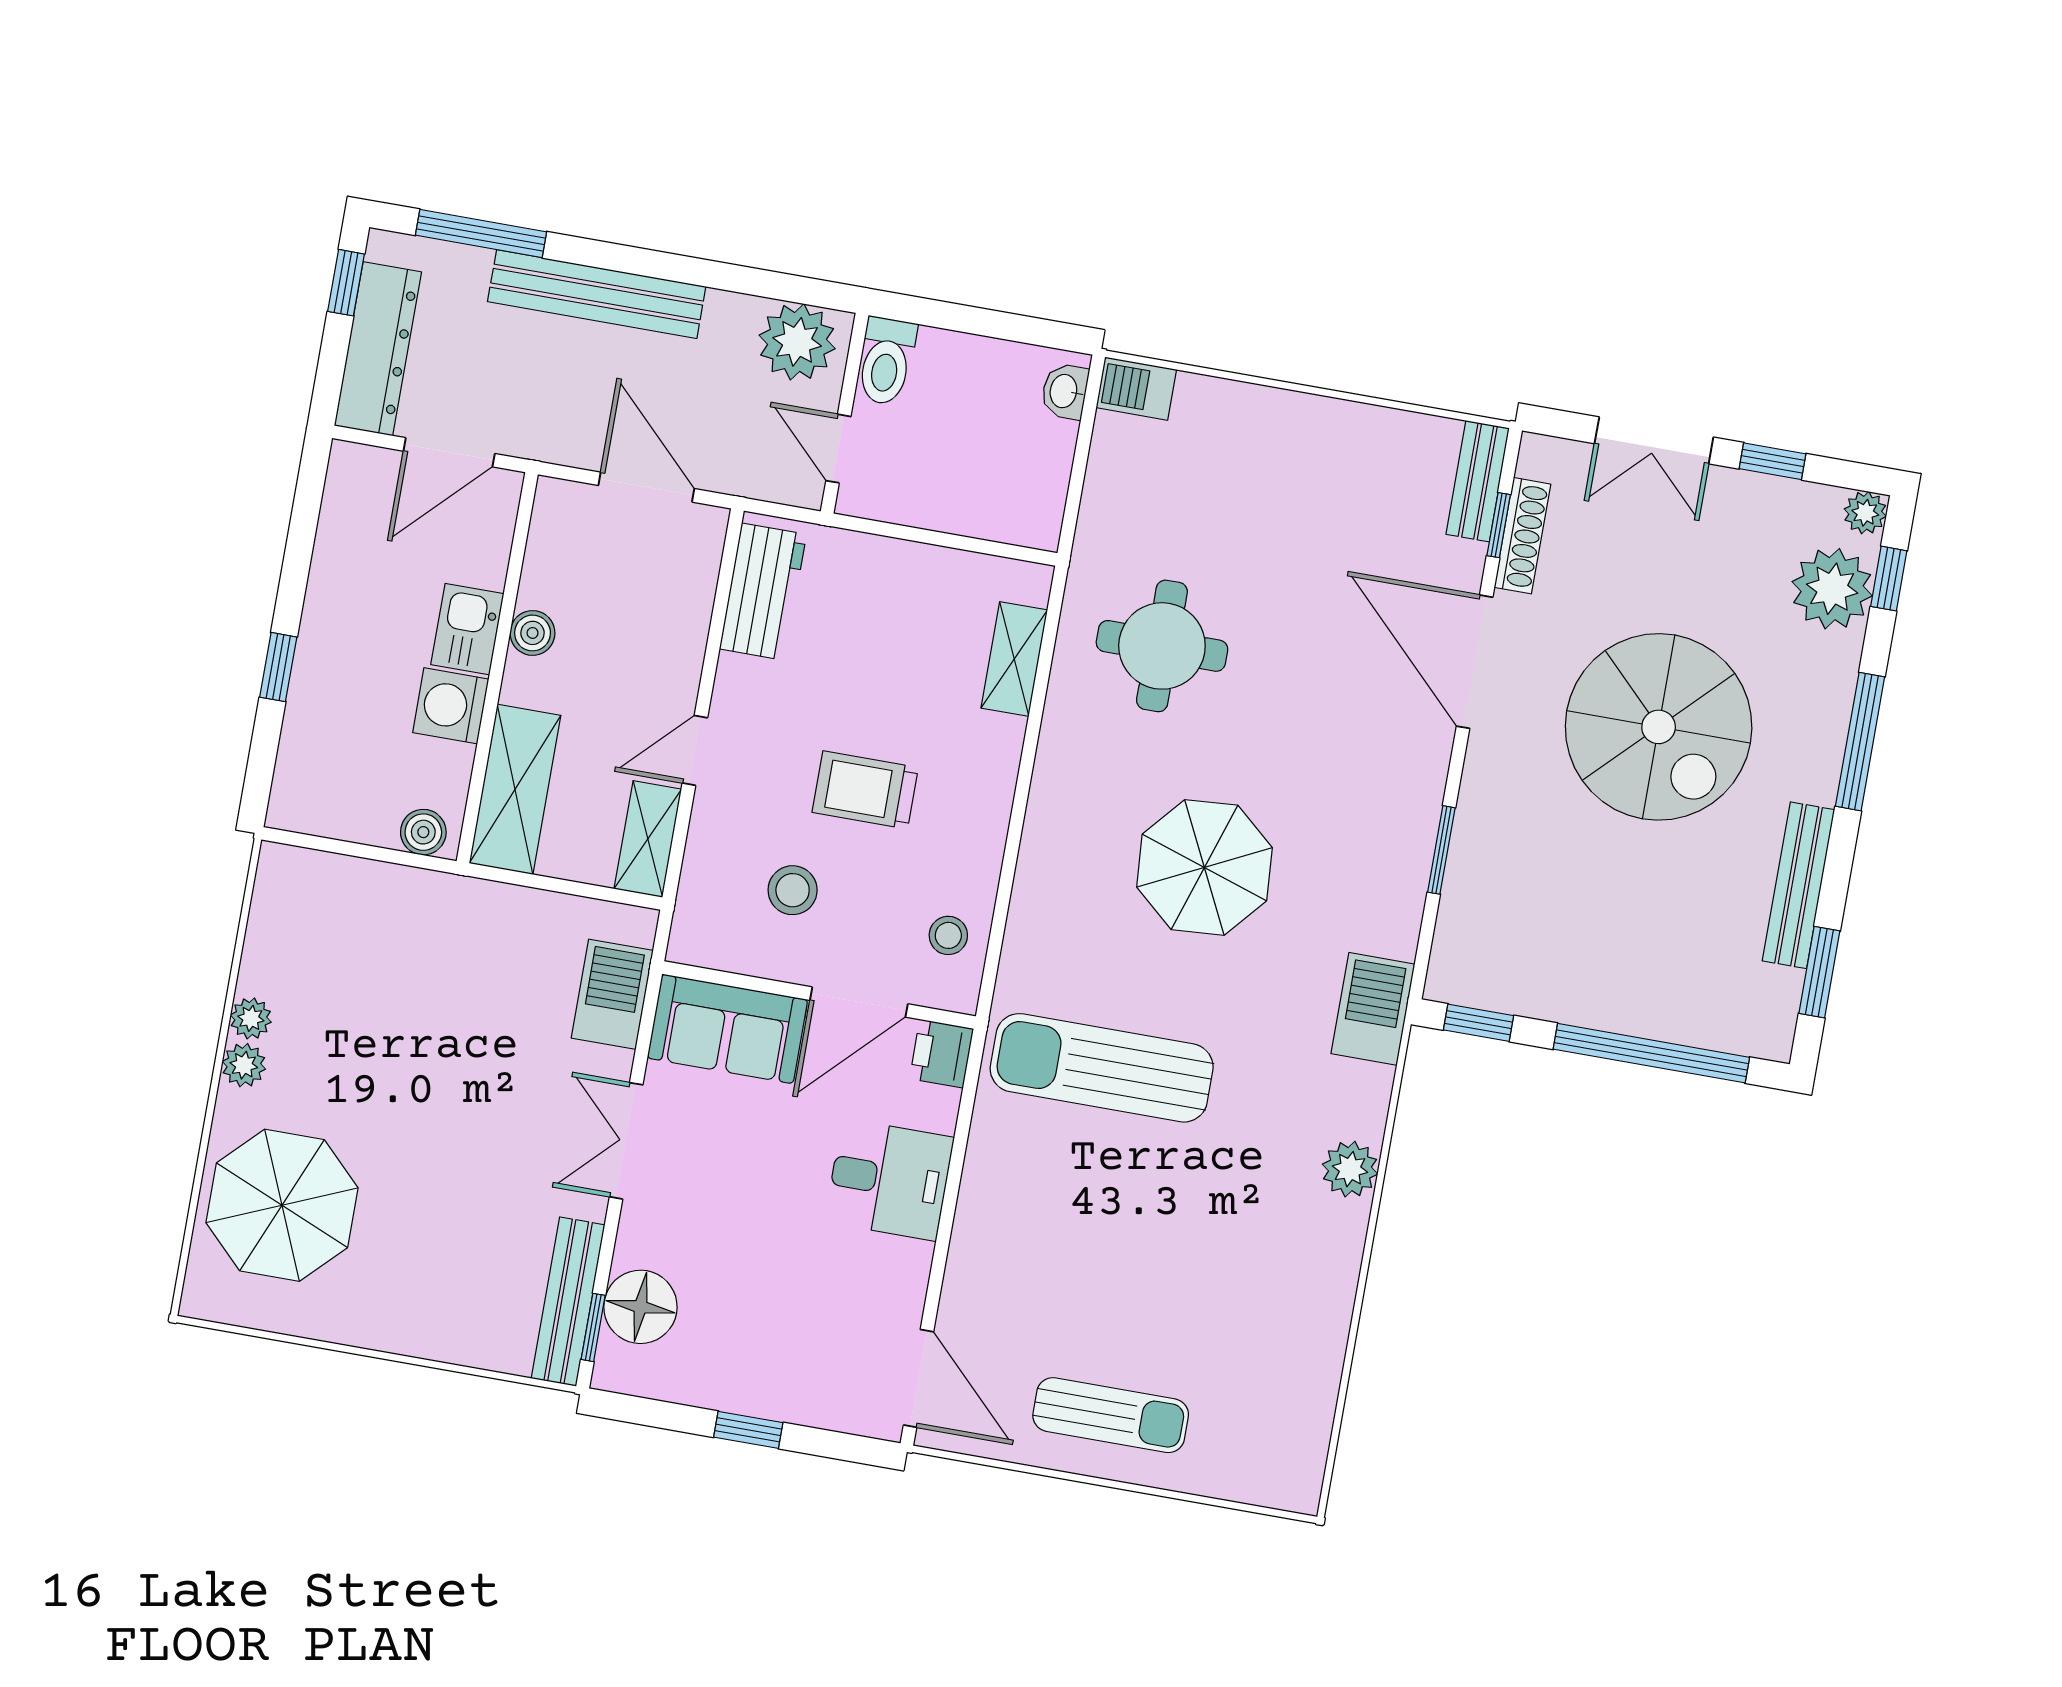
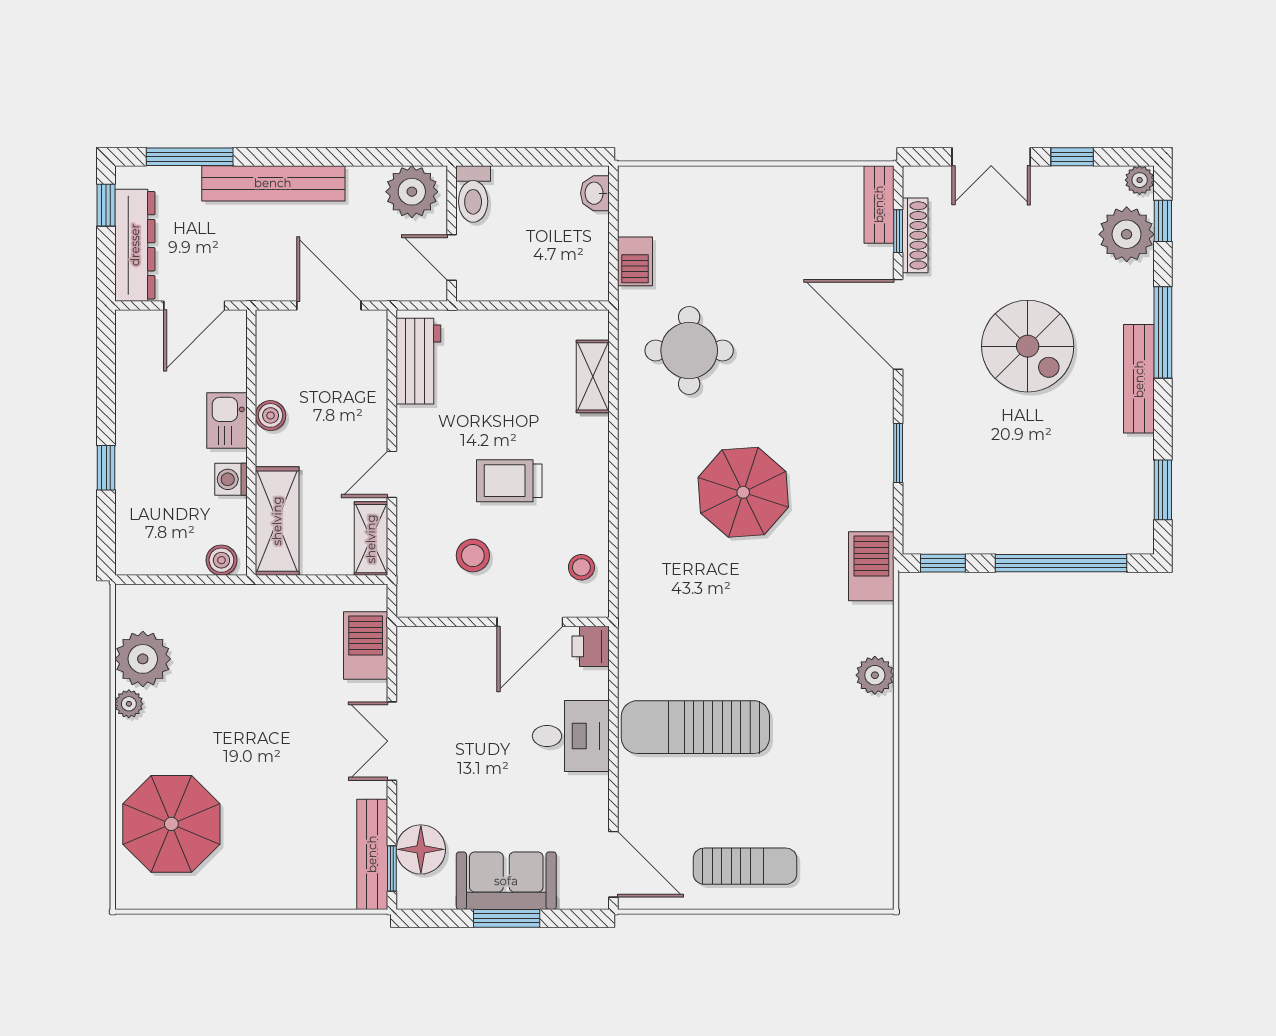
barbecue: (1136, 389) -> (635, 261), moved, turned -90
washing machine: (451, 706) -> (231, 479), width x0.73, depth x0.73
spiral stairs: (1659, 727) -> (1028, 346), width x0.73, depth x0.73
bench: (1798, 885) -> (1139, 379), moved
sofa: (727, 1029) -> (506, 881), moved, turned 180
plant: (244, 1065) -> (143, 659), moved, width x1.88, depth x1.88
sun lounger: (1102, 1068) -> (695, 727), moved
window: (748, 1430) -> (507, 918), width x1.50

